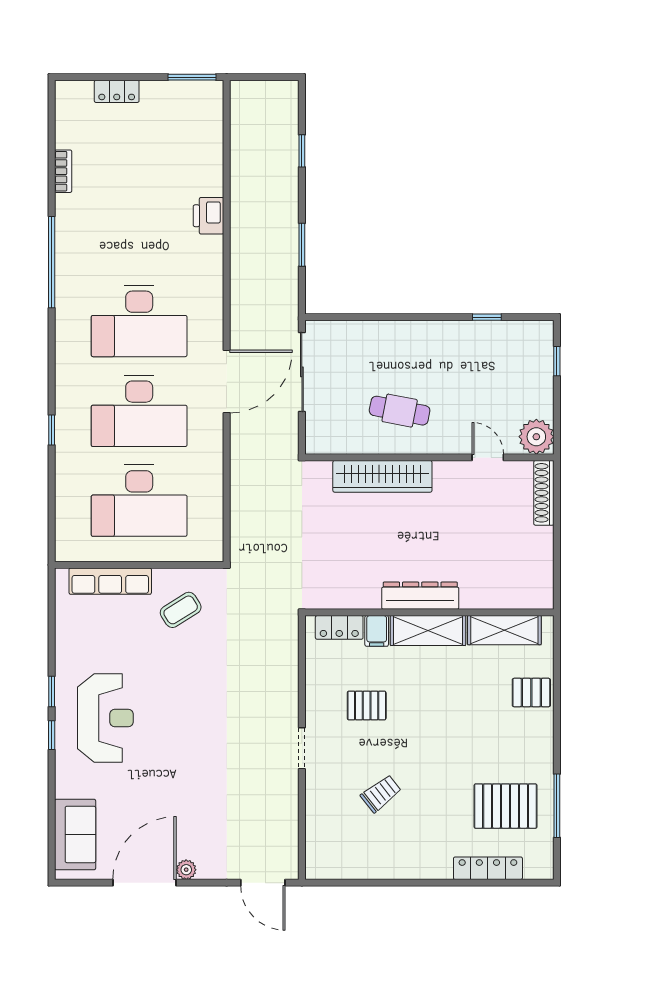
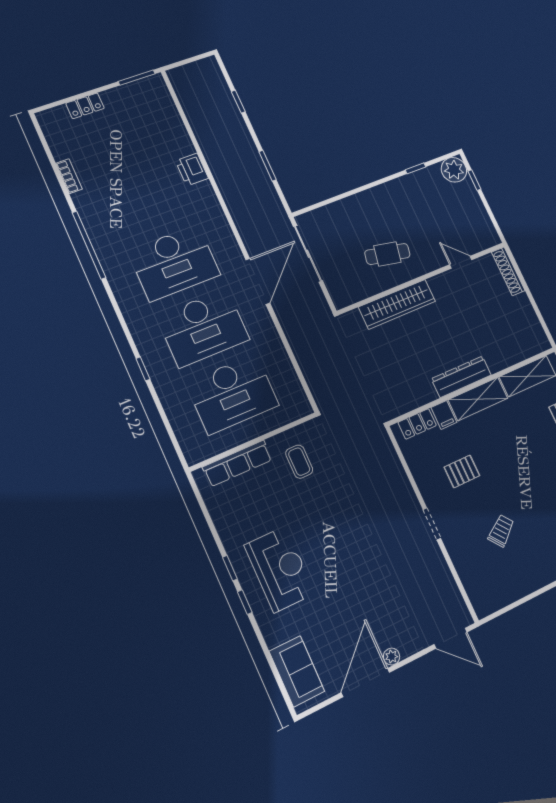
plant: (536, 437) -> (454, 170), moved
coffee table: (181, 610) -> (299, 462), turned -58

